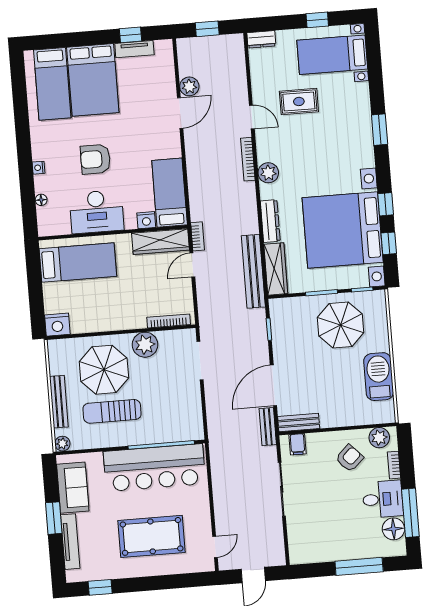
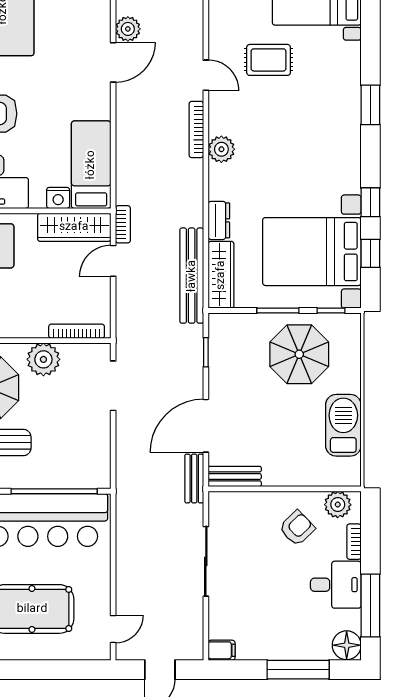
dresser: (270, 221) -> (219, 220), width x0.70
bed with nightstands: (343, 230) -> (312, 252), width x0.73
filing cabinet: (298, 444) -> (222, 650), moved, turned -90
floor lamp: (393, 529) -> (347, 645), moved

